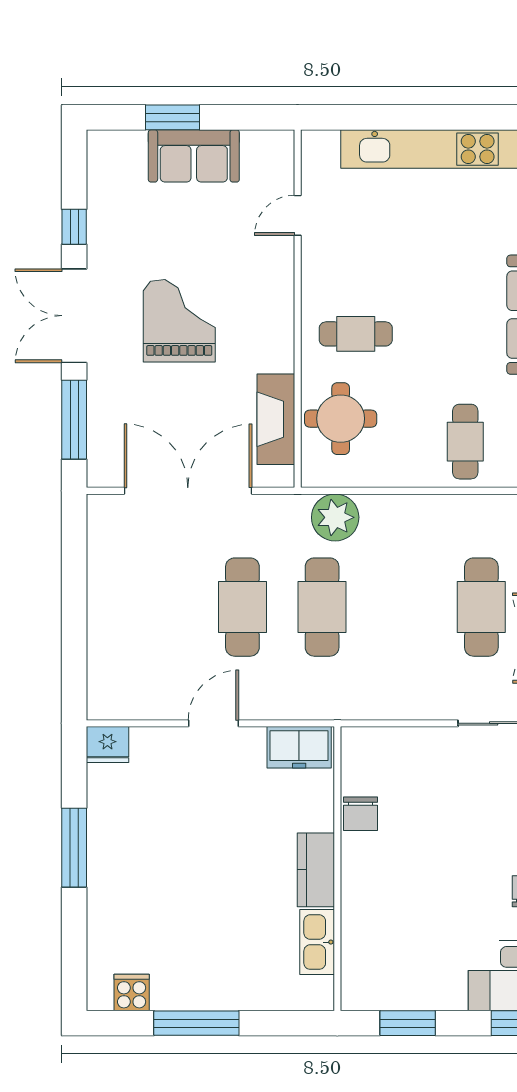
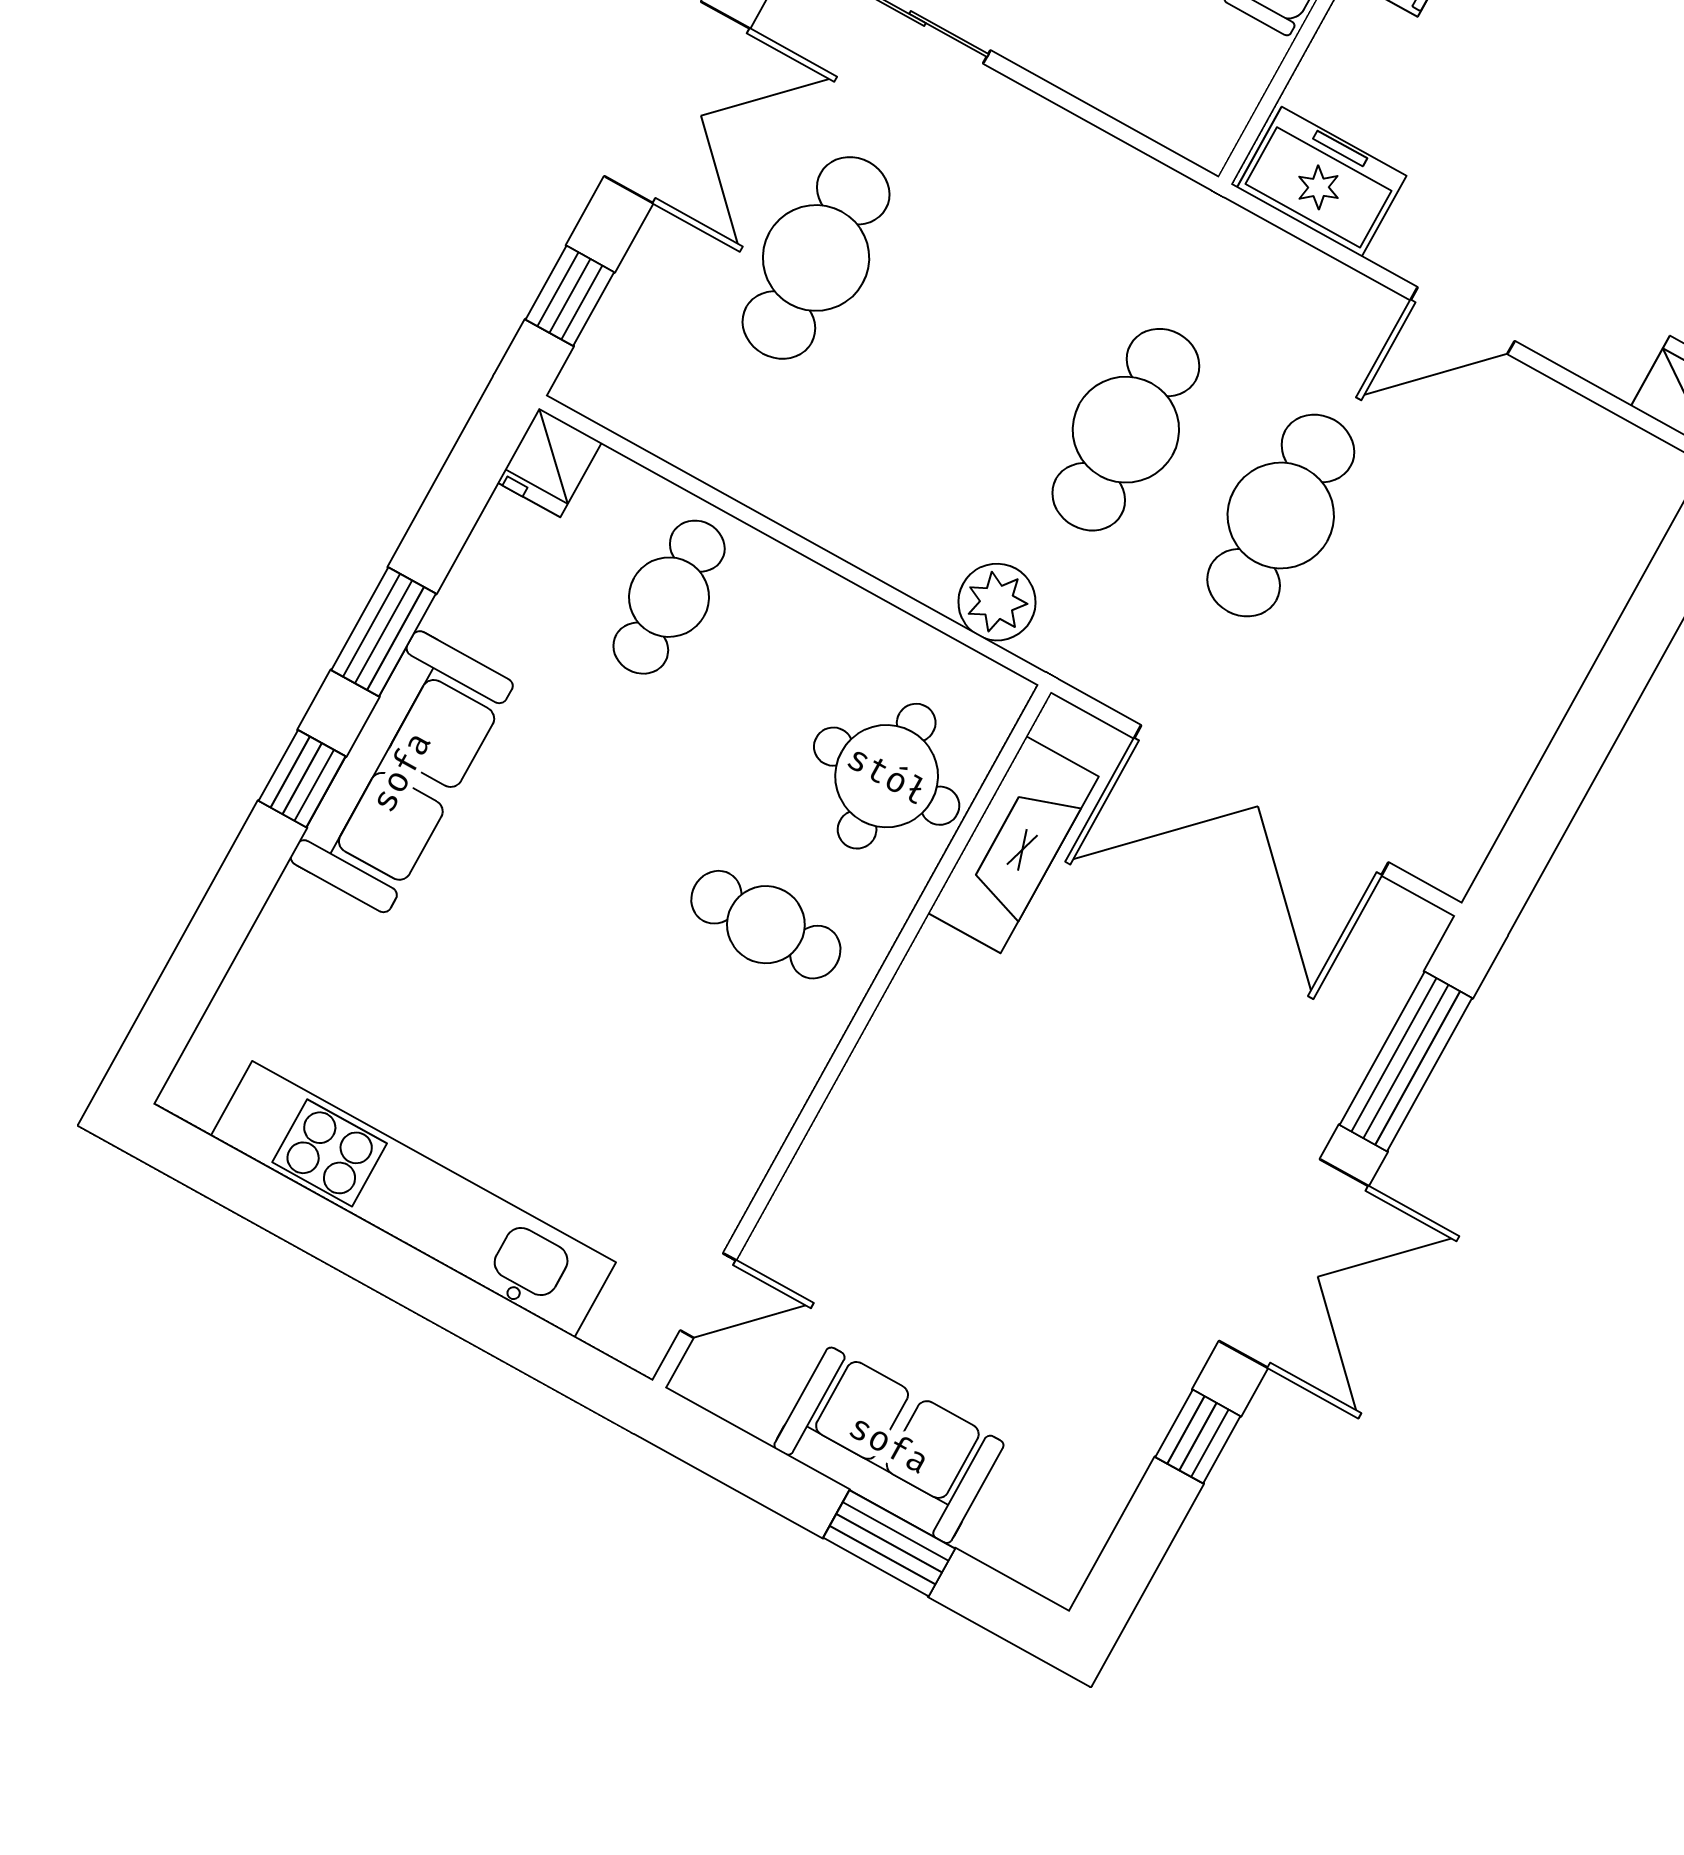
door: (298, 215) -> (708, 1295), moved
grand piano: (179, 321) -> (1095, 1141), removed
plant: (335, 517) -> (997, 602), width x0.73, depth x0.73

